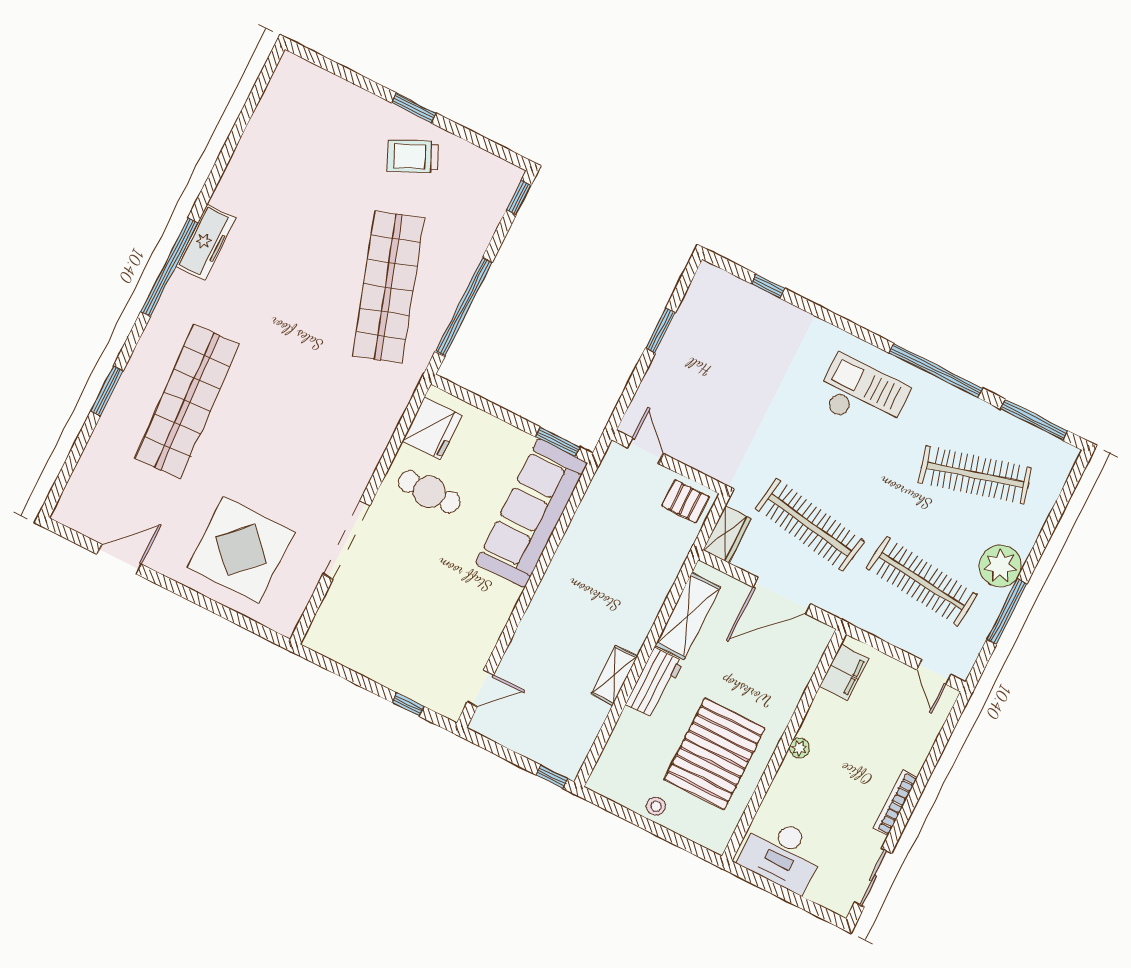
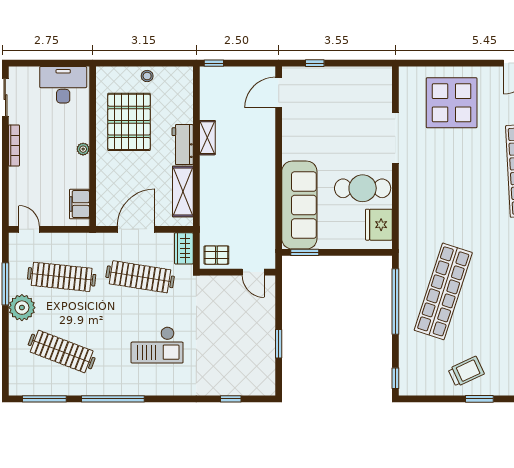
shop shelf: (388, 287) -> (443, 291), turned 36
checkout: (862, 395) -> (157, 345), moved
clothes rail: (975, 475) -> (62, 351), turned 36
cafe table: (429, 492) -> (363, 188), width x1.37, depth x1.35
door: (480, 688) -> (279, 93), width x1.38

